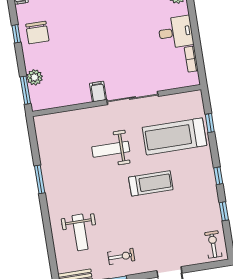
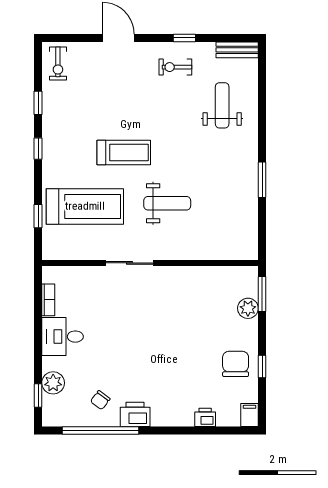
filing cabinet: (98, 92) -> (171, 278), removed
sliding door: (133, 98) -> (129, 263), width x0.73
treadmill: (151, 183) -> (124, 152), turned 180

